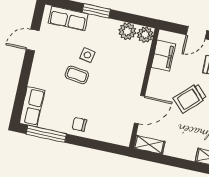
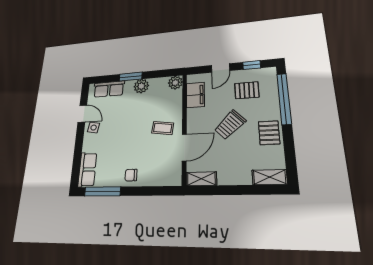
plant: (127, 31) -> (141, 86), moved
door: (33, 40) -> (82, 114), swing flipped
side table: (87, 55) -> (94, 128), moved
coffee table: (77, 75) -> (163, 128), moved

